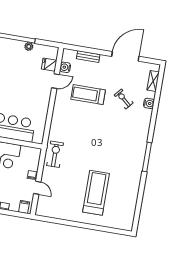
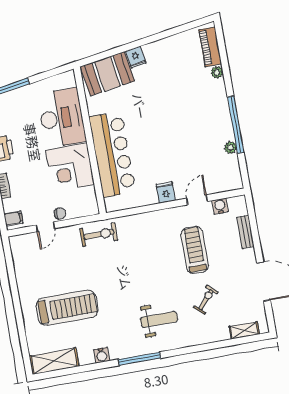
fridge: (49, 65) -> (166, 192), moved
door: (55, 81) -> (197, 200), swing flipped
water cooler: (149, 103) -> (102, 355), moved
weight bench: (126, 135) -> (159, 319), added
shelving: (128, 214) -> (54, 361), added

